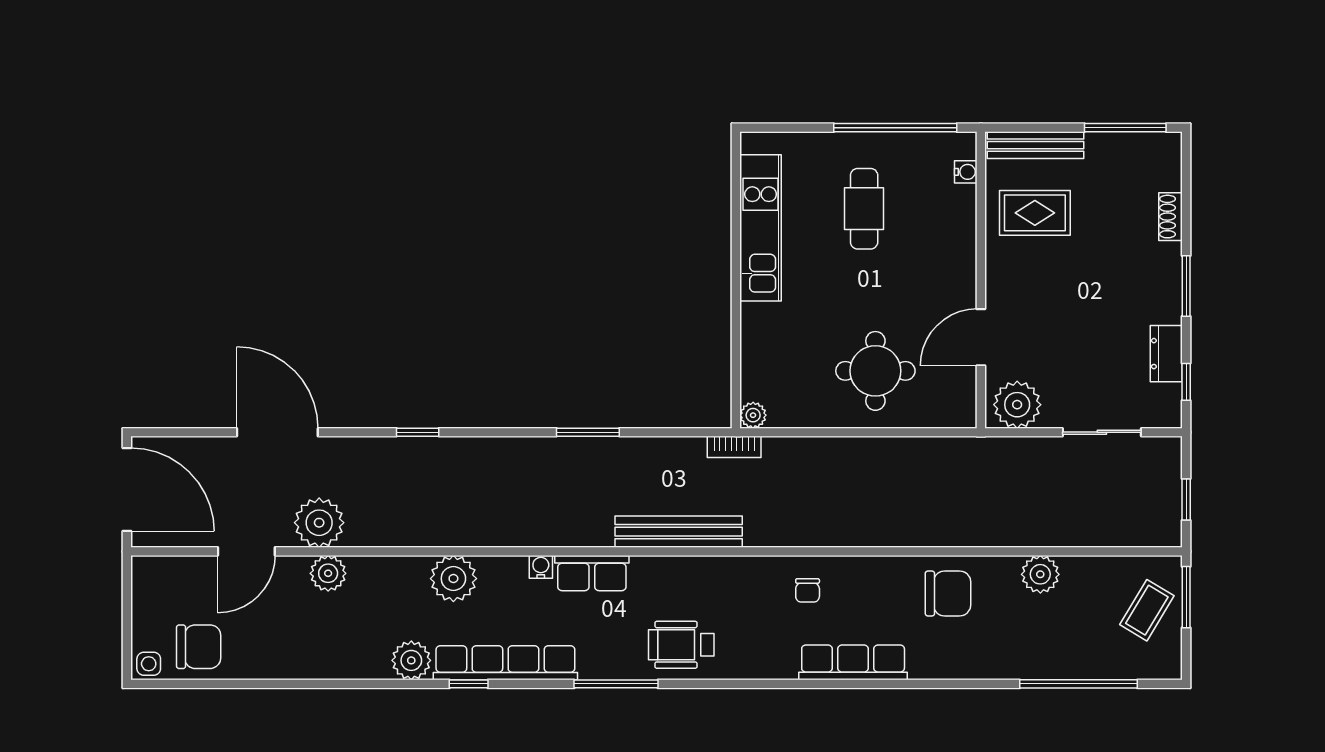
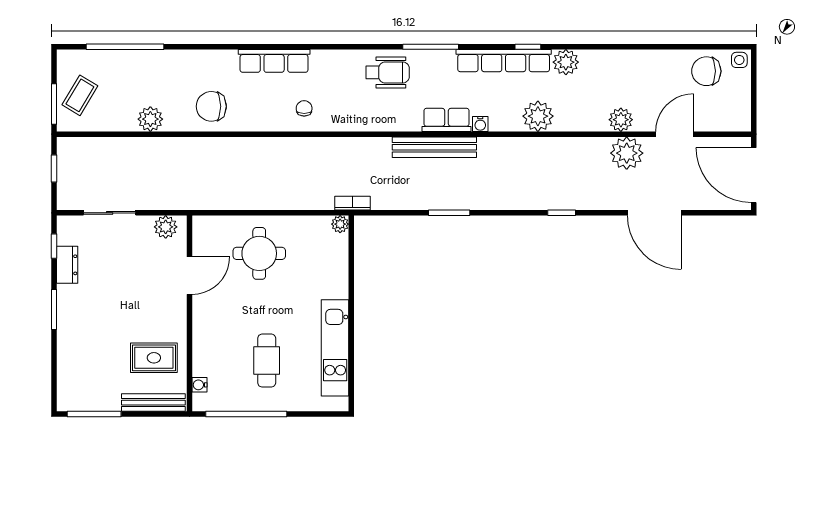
shoe rack: (1170, 217) -> (64, 355), removed
plant: (1017, 405) -> (166, 227), width x0.73, depth x0.73
bench: (679, 532) -> (434, 147), moved

